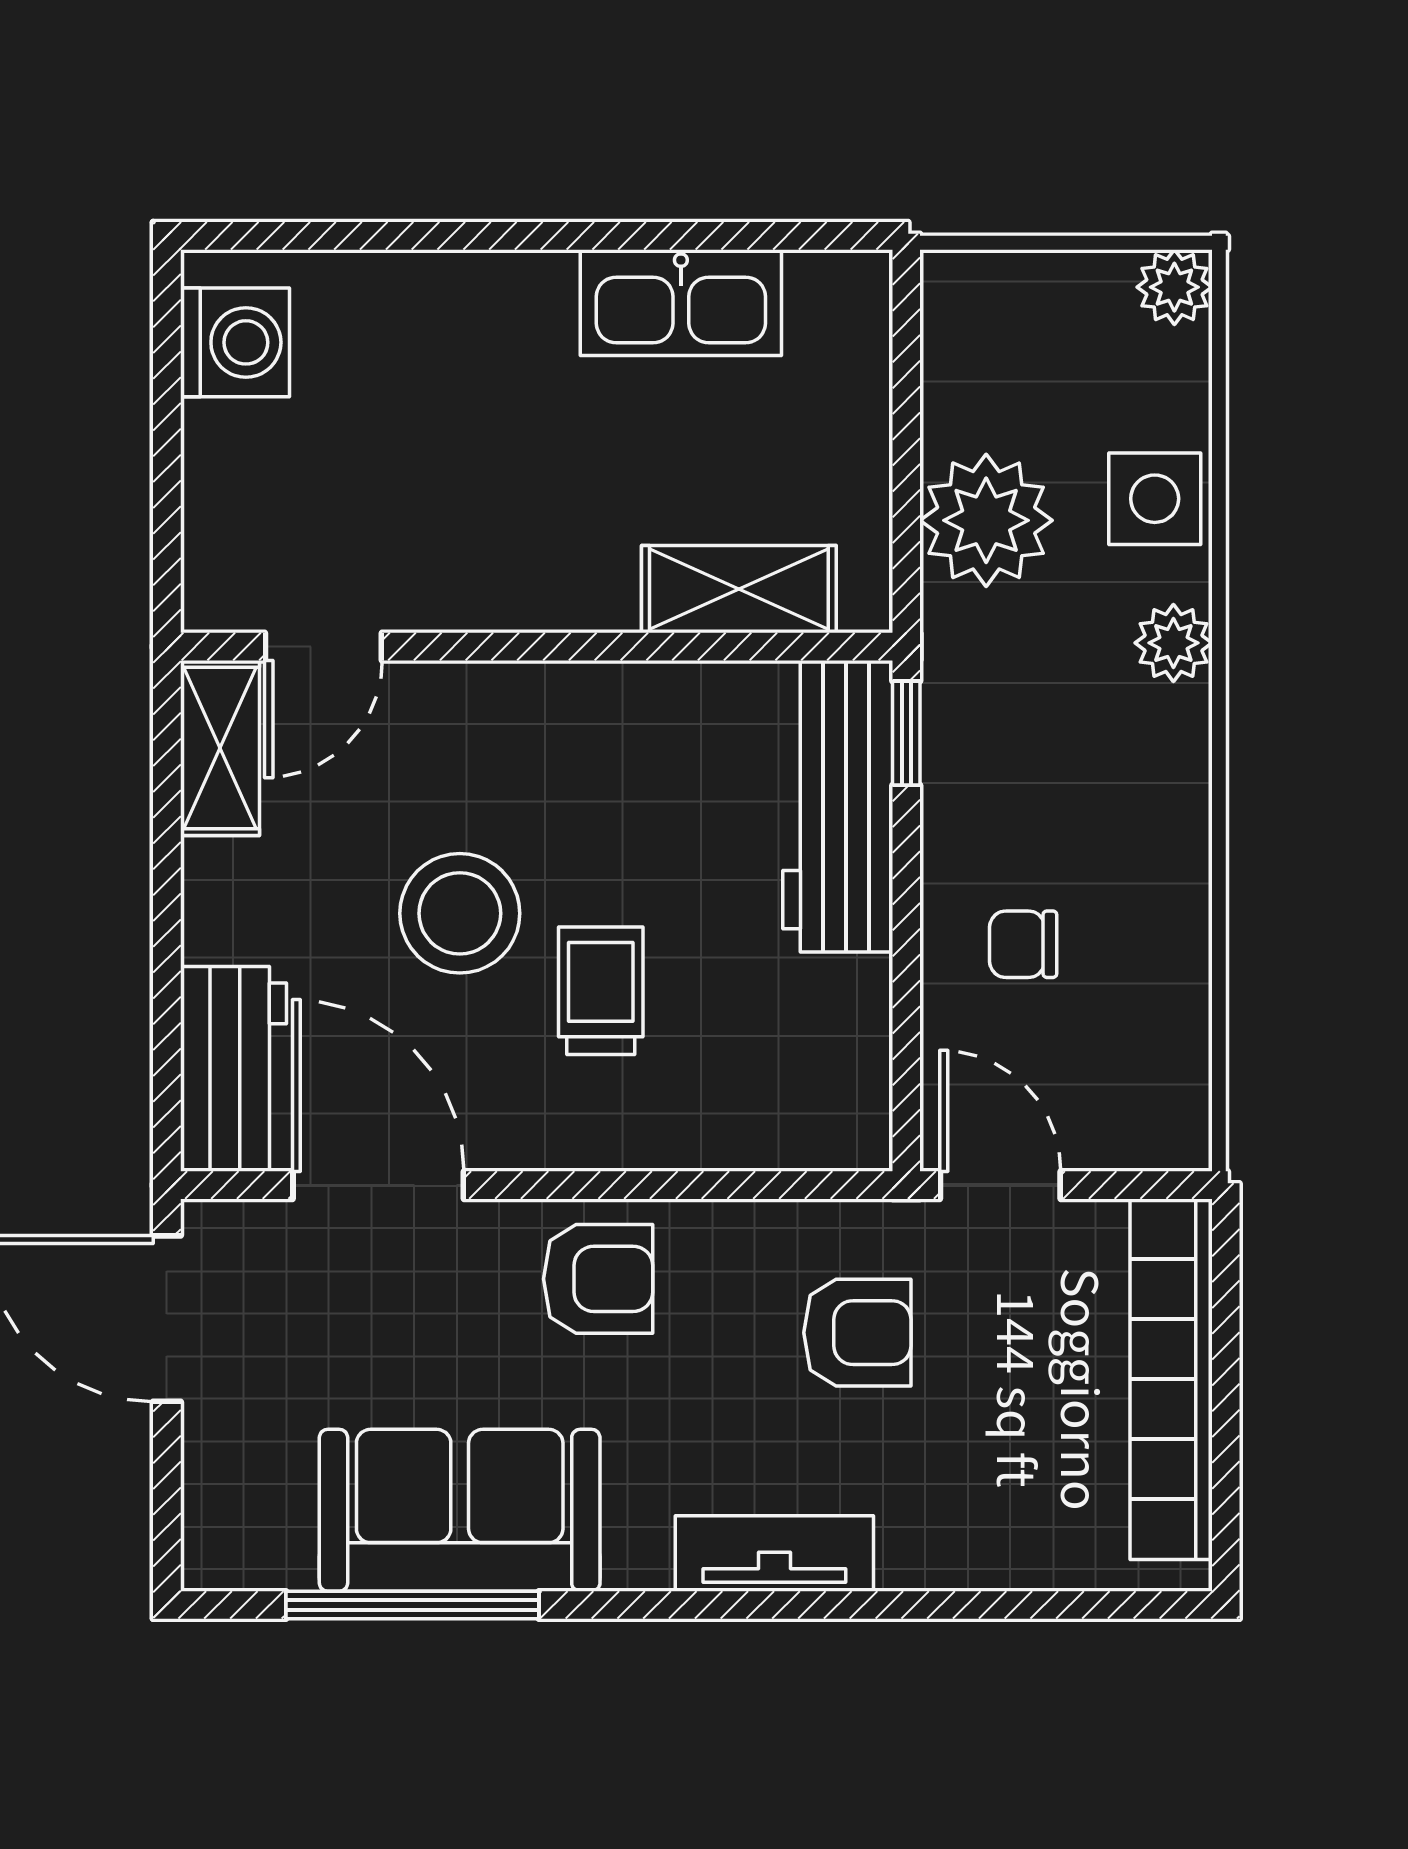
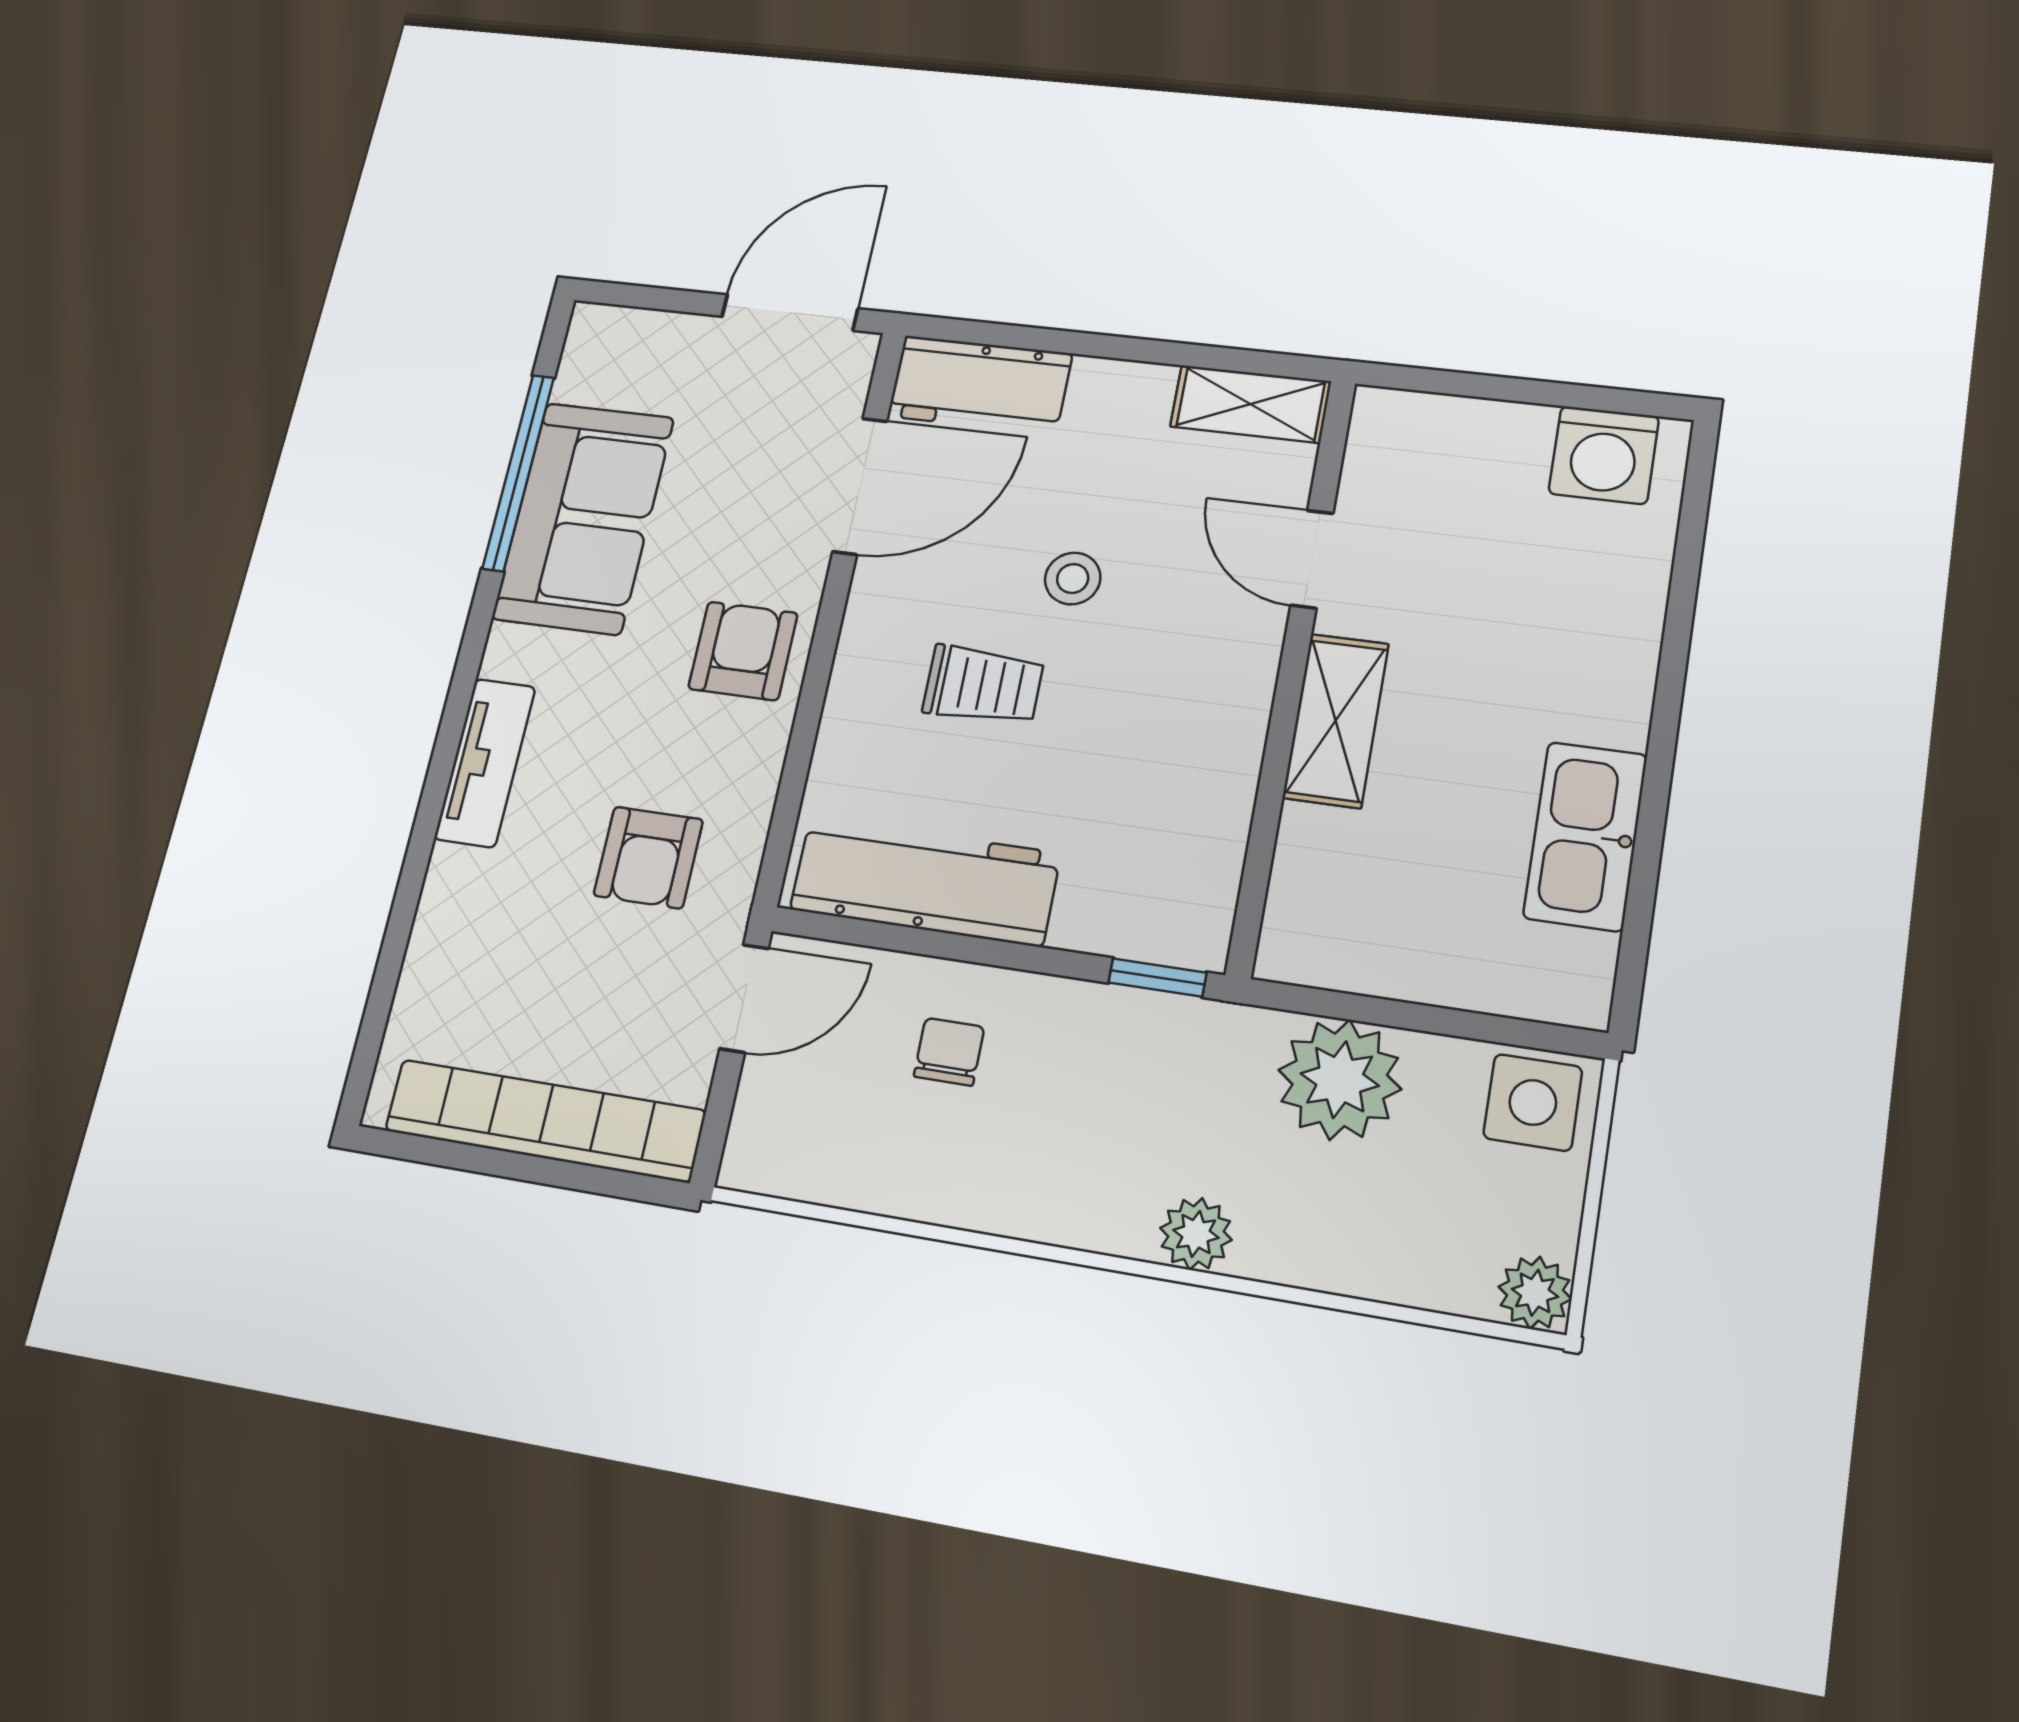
side table: (1155, 499) -> (1533, 1102), moved
shelving: (739, 589) -> (1336, 721), moved
door: (323, 647) -> (1312, 559), moved
workbench: (838, 806) -> (925, 881), moved
stool: (460, 913) -> (1073, 579), width x0.53, depth x0.53
armchair: (598, 1279) -> (743, 651), turned 180

